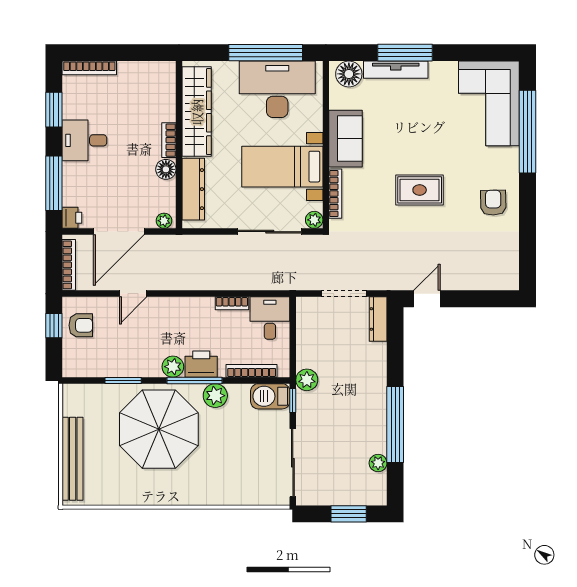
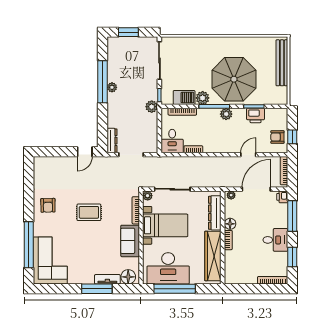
tv unit: (396, 70) -> (107, 279), width x0.71
printer: (201, 364) -> (256, 115), moved
barbecue: (270, 396) -> (184, 98), moved
plant: (378, 463) -> (112, 87), moved

